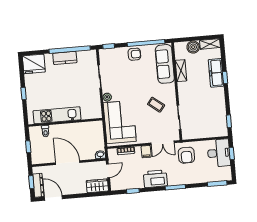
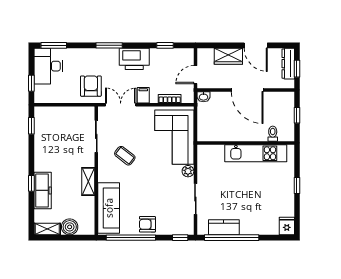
kitchen counter: (65, 58) -> (224, 227), moved
fridge: (34, 64) -> (287, 226), width x0.53, depth x0.75
shelving: (181, 71) -> (88, 181), moved
desk: (219, 153) -> (48, 66), moved
wardrobe: (97, 186) -> (228, 56), moved
door: (53, 198) -> (256, 45), moved

